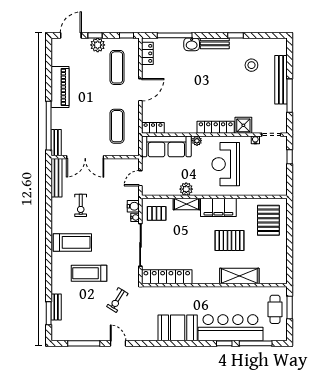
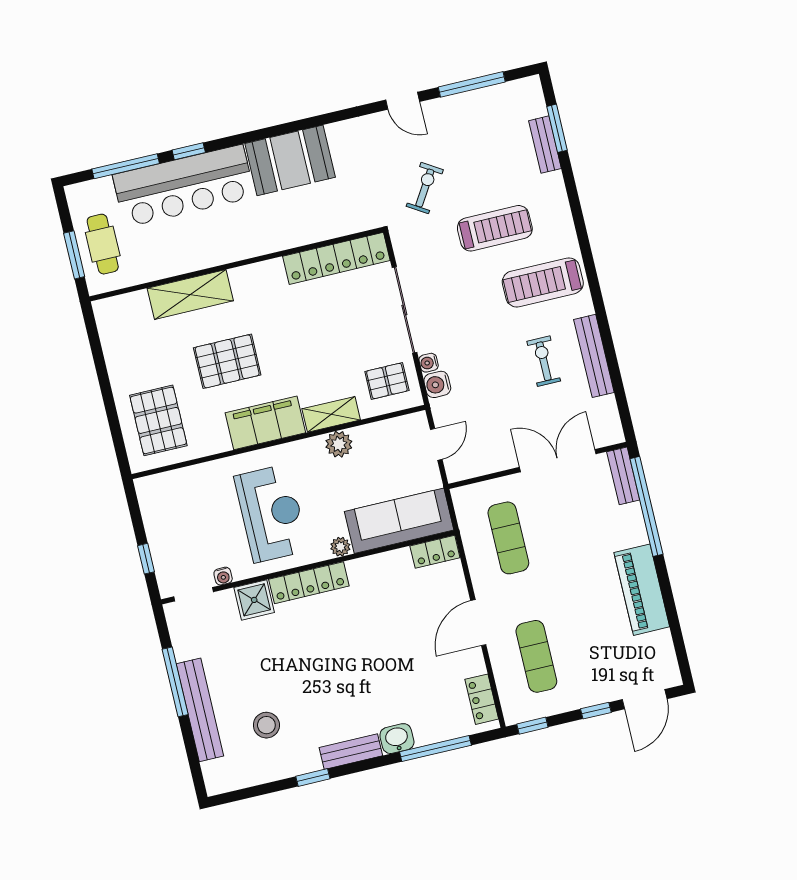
plant: (98, 45) -> (586, 692), removed
bench: (56, 178) -> (594, 356), moved

